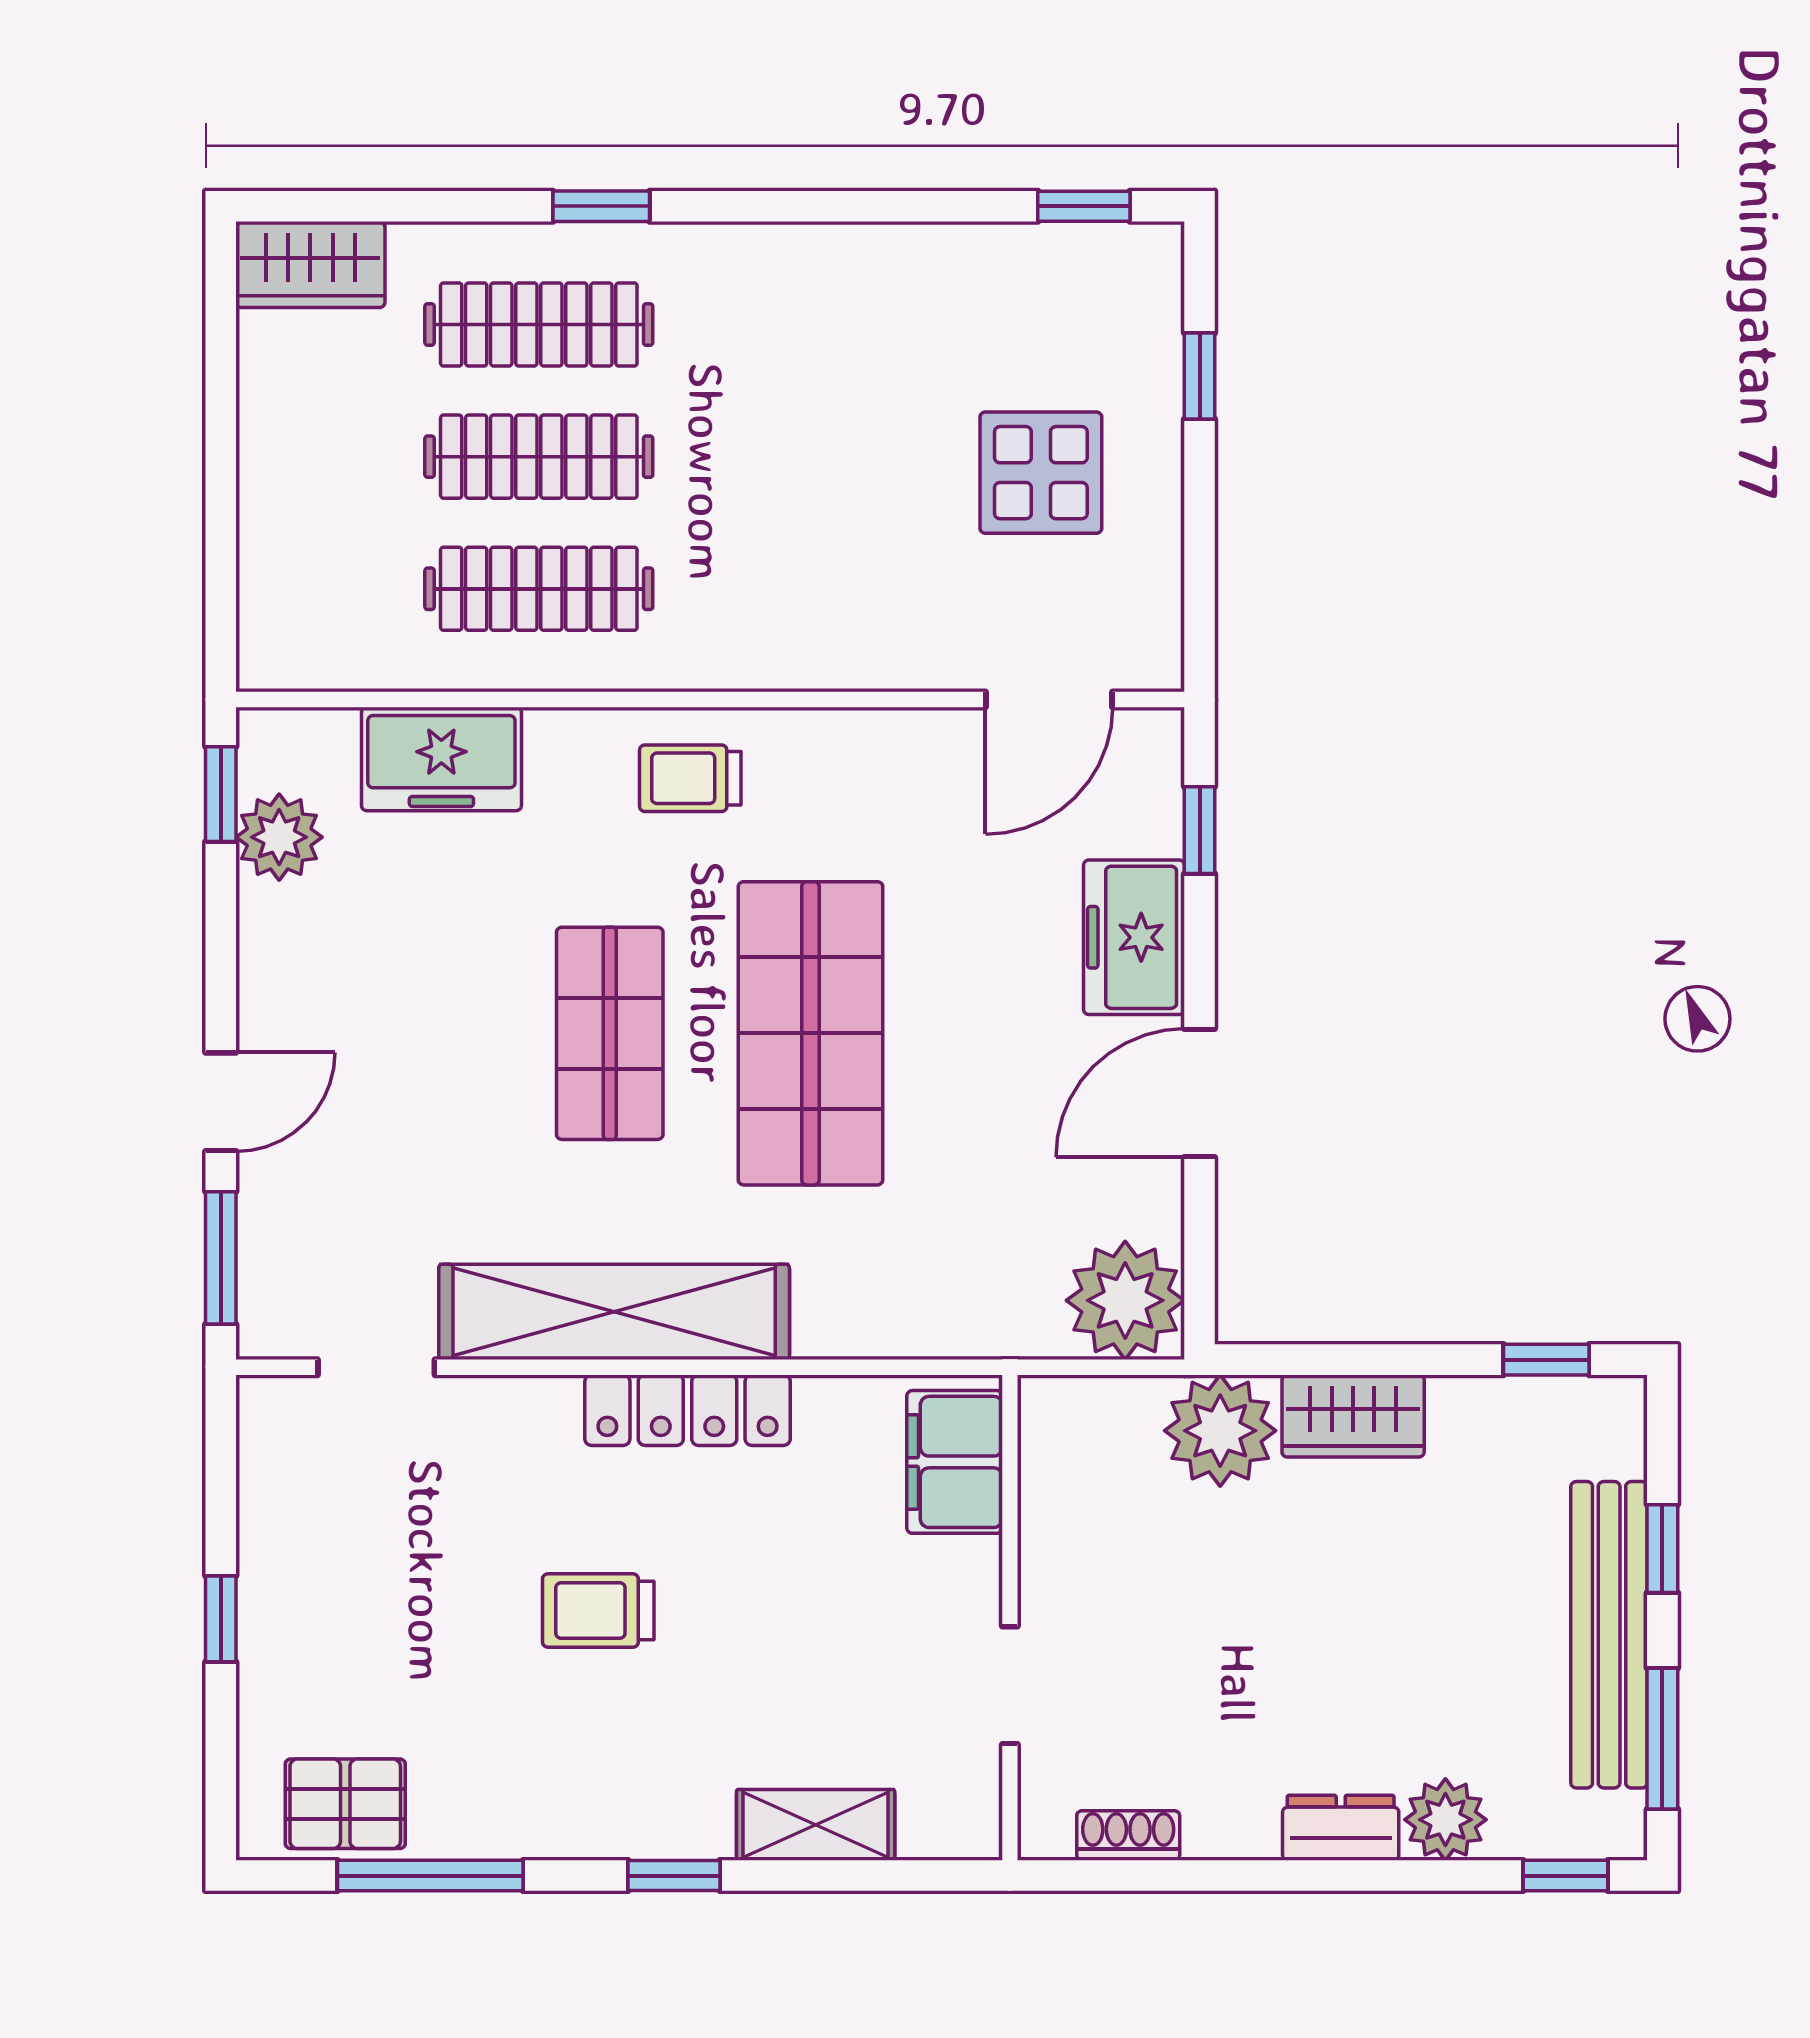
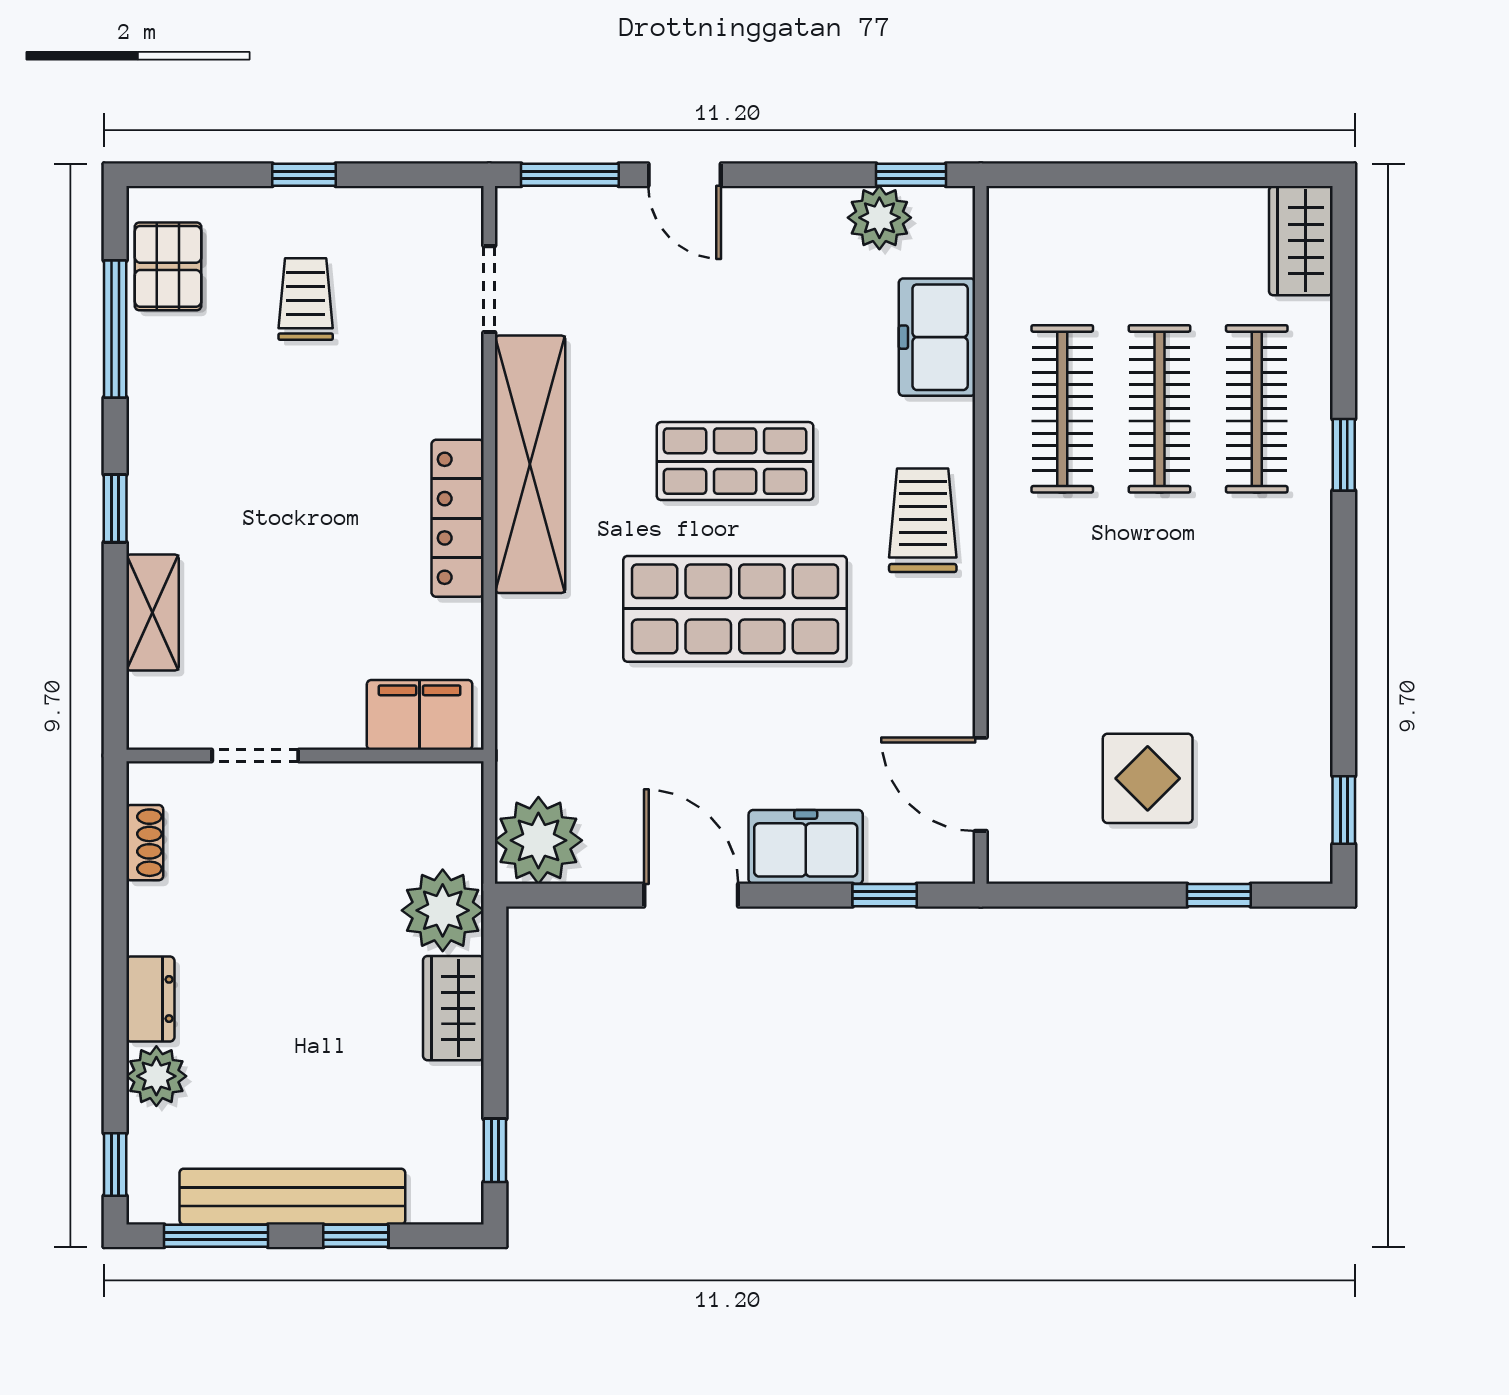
trolley: (690, 778) -> (923, 520), width x1.36, depth x1.39
trolley: (598, 1611) -> (306, 299), moved

